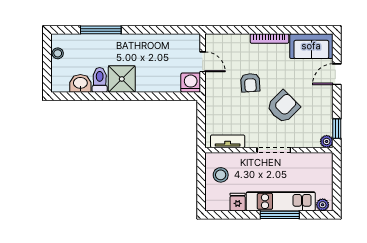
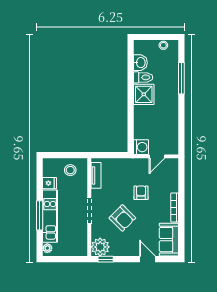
armchair: (250, 83) -> (141, 193), turned 94
plant: (327, 141) -> (100, 247), width x1.88, depth x1.88

